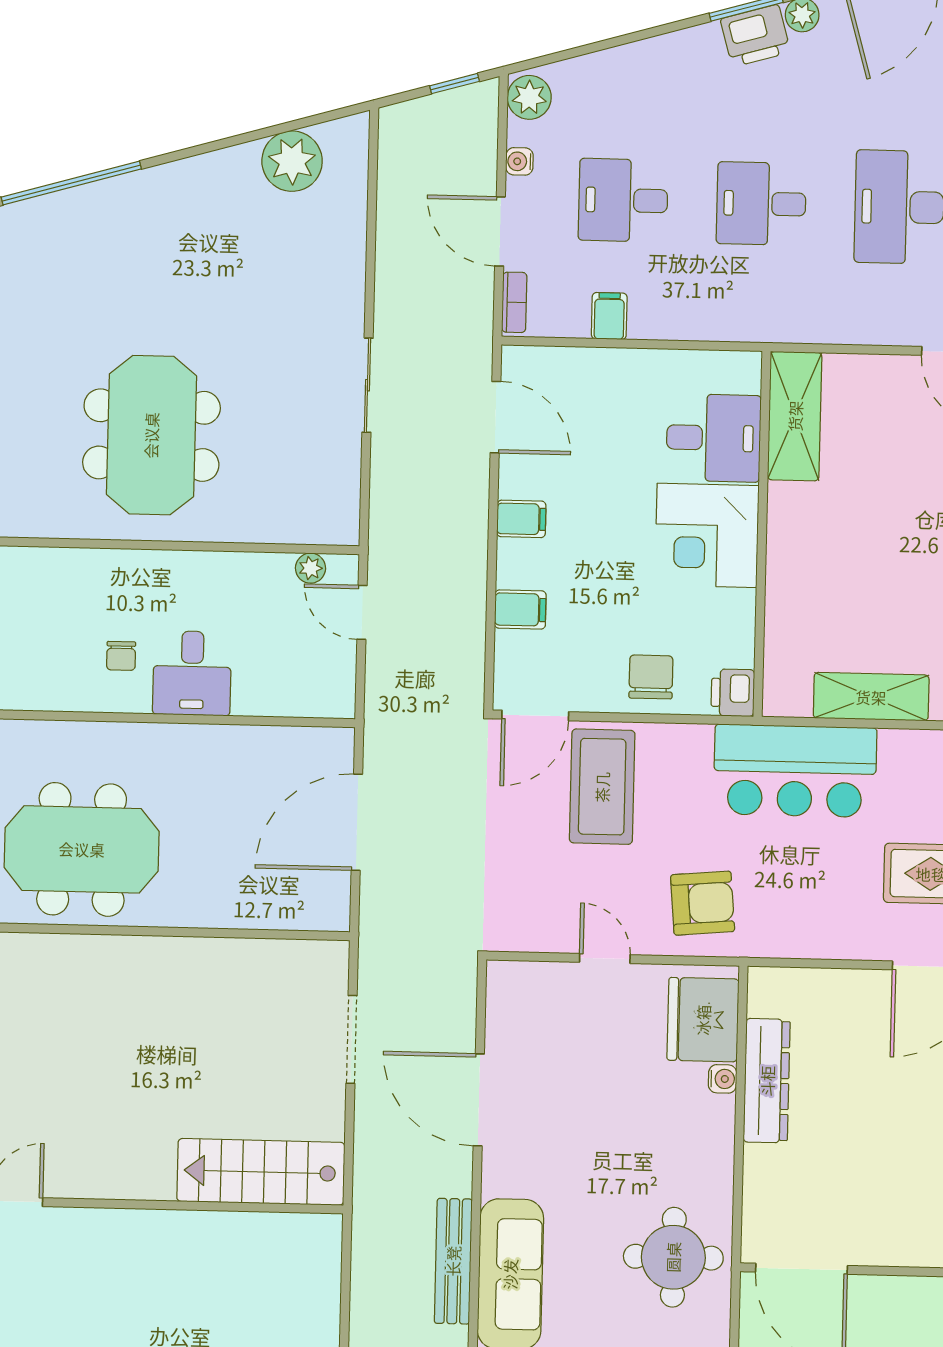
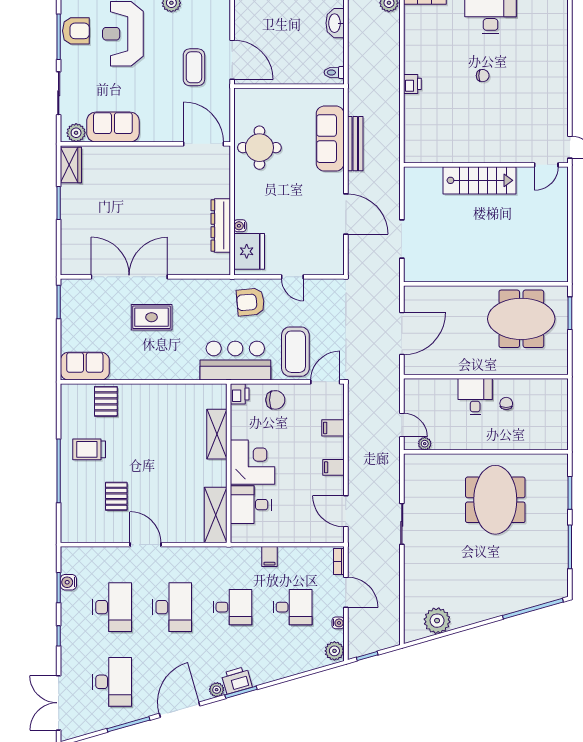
filing cabinet: (609, 316) -> (269, 557), moved
chair: (651, 677) -> (275, 400), turned -90
shelving: (871, 697) -> (217, 434), moved, turned 90
bar counter: (795, 771) -> (235, 361), moved
stairs: (261, 1172) -> (480, 180), moved

